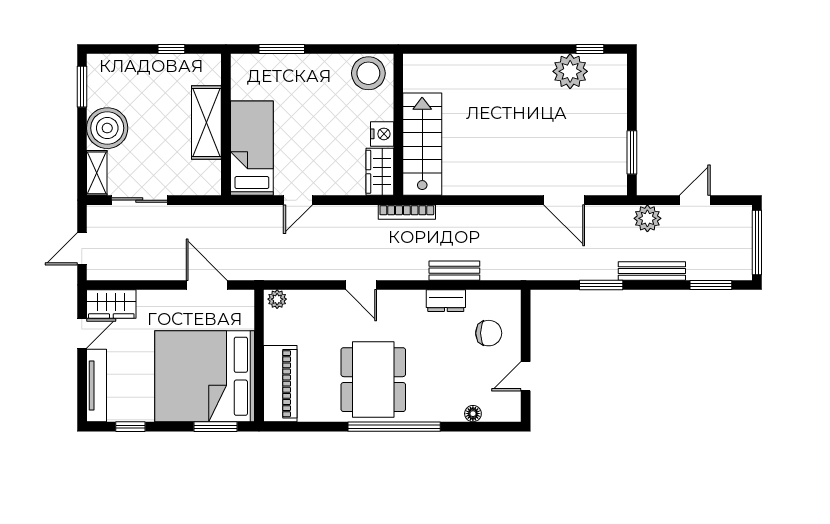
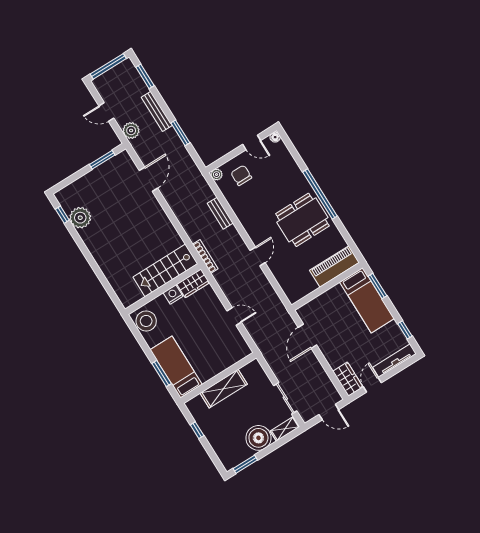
bed: (252, 148) -> (176, 367), moved, turned 90
plant: (277, 299) -> (217, 175), moved
dresser: (446, 301) -> (238, 208), removed
door: (82, 334) -> (372, 385), hinge flipped
bed: (205, 376) -> (367, 300), width x0.49
floor lamp: (473, 414) -> (275, 137), moved

